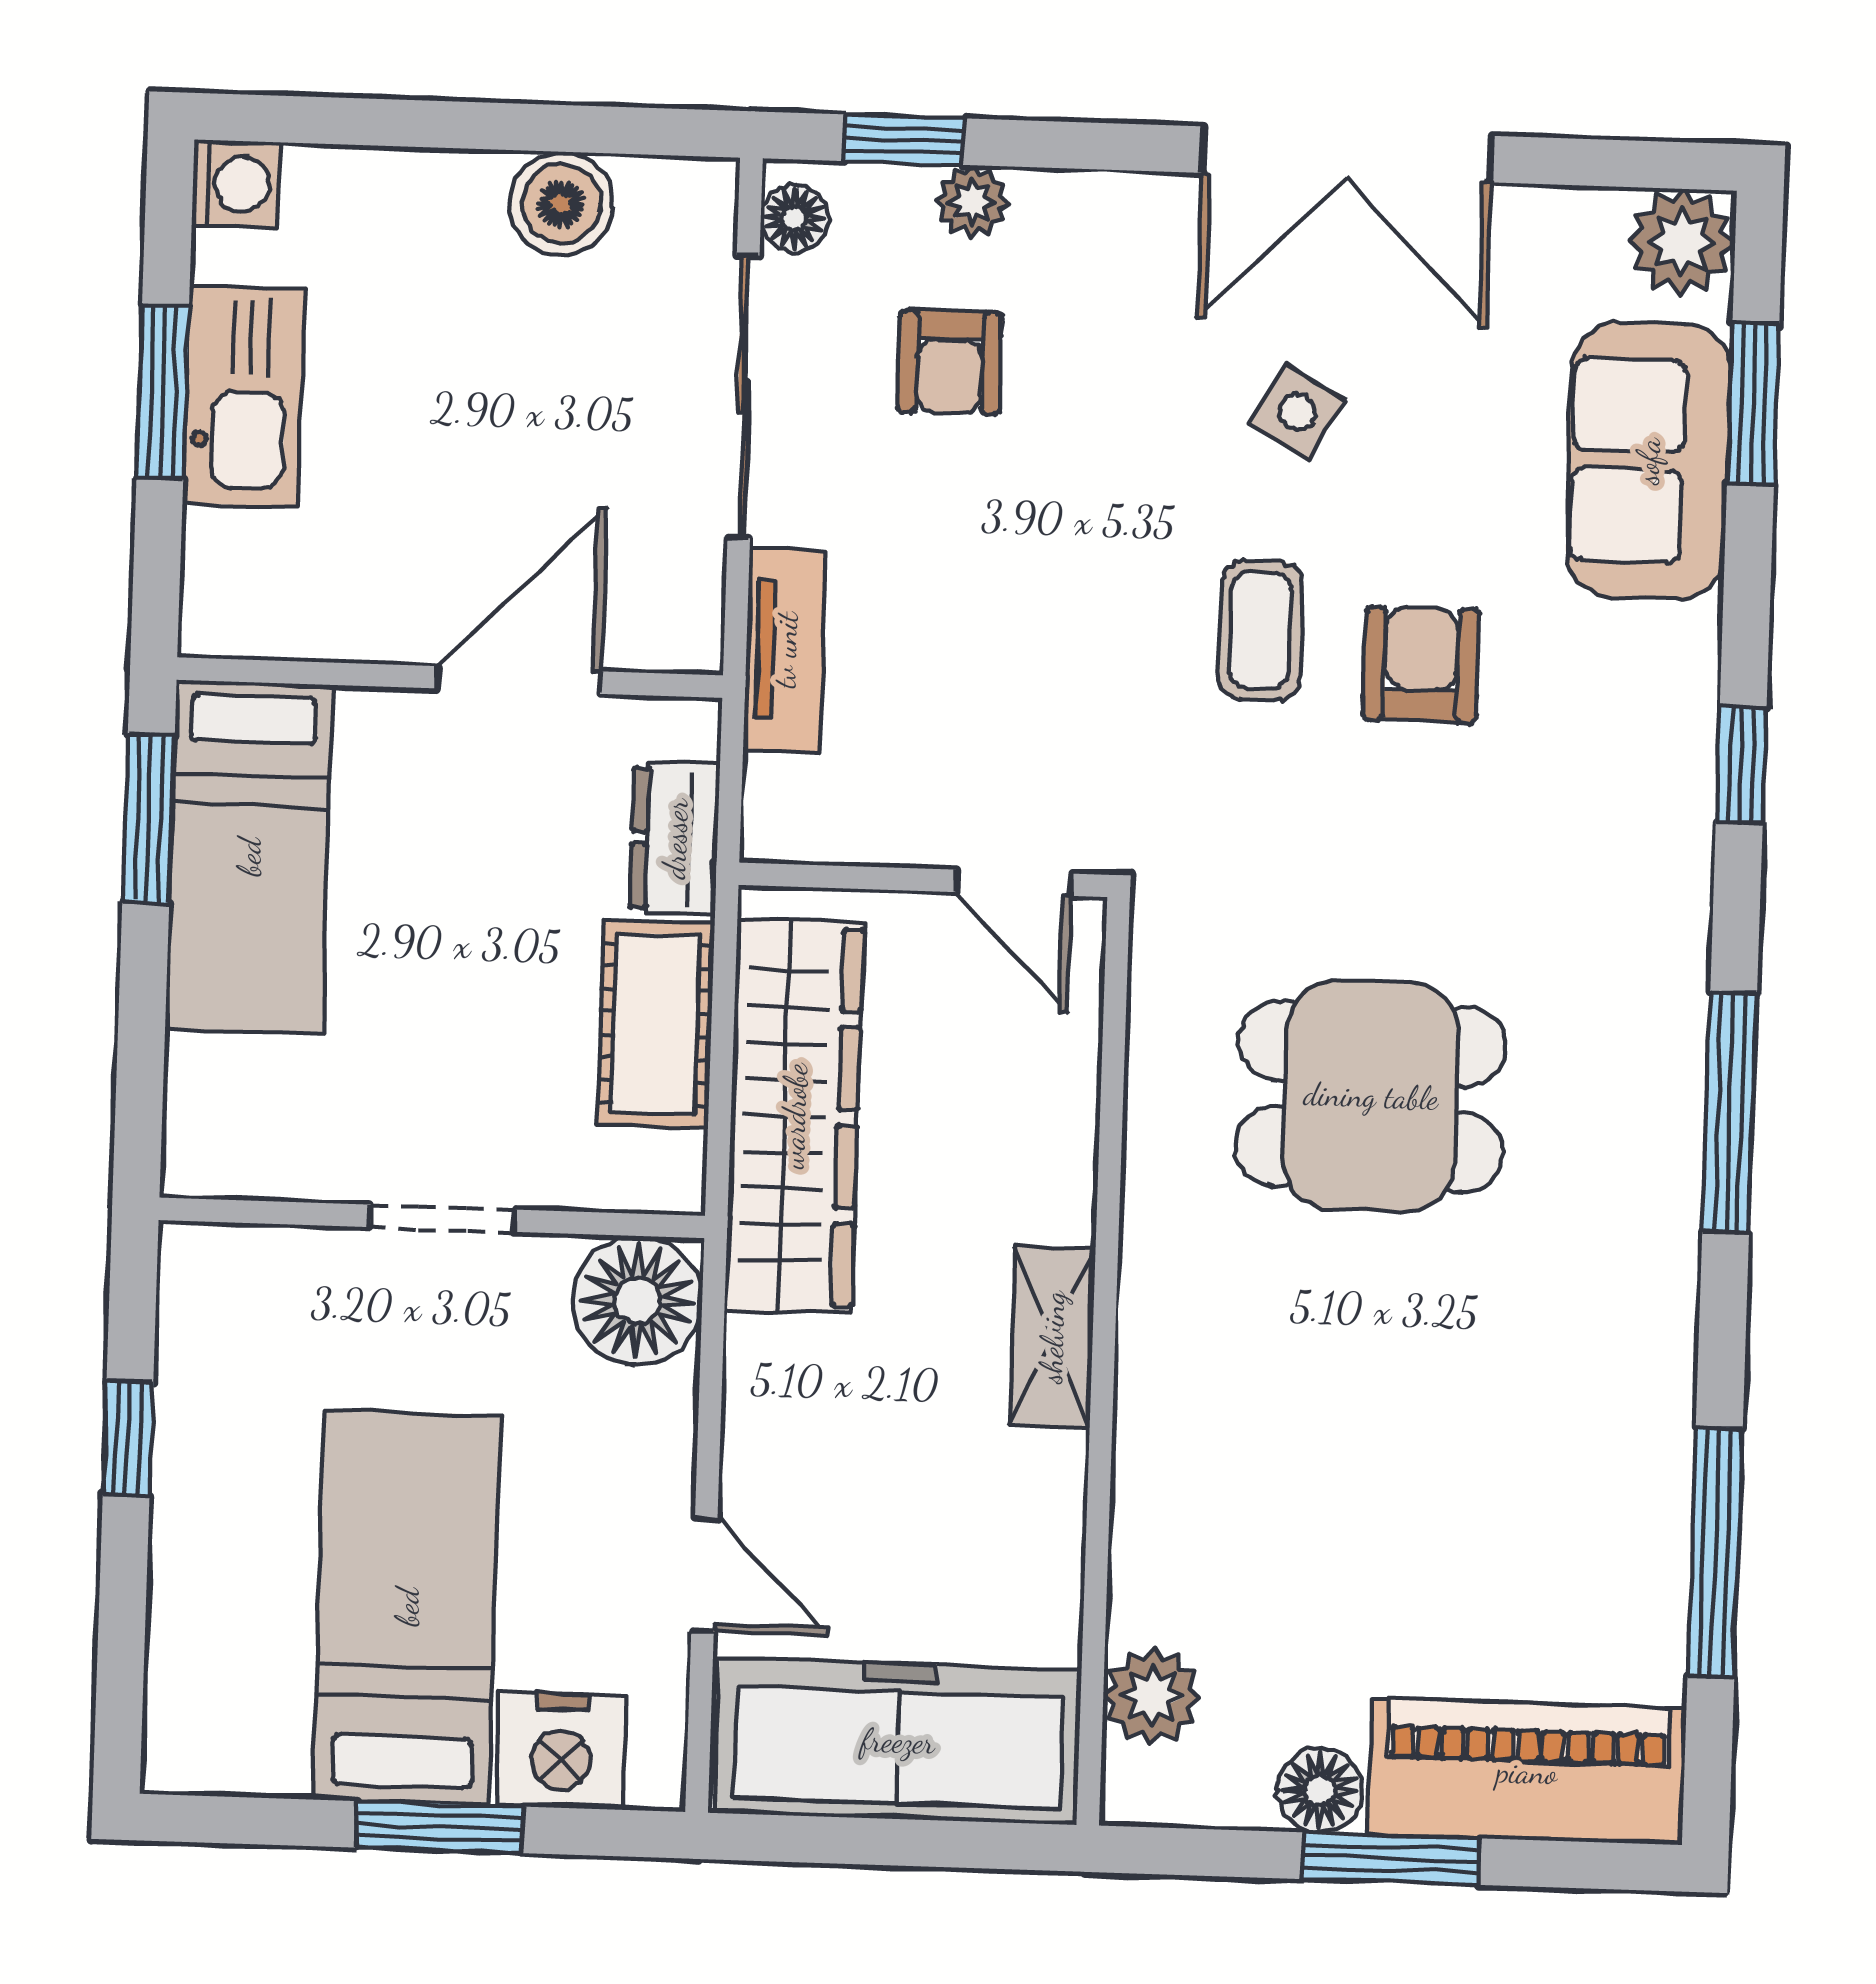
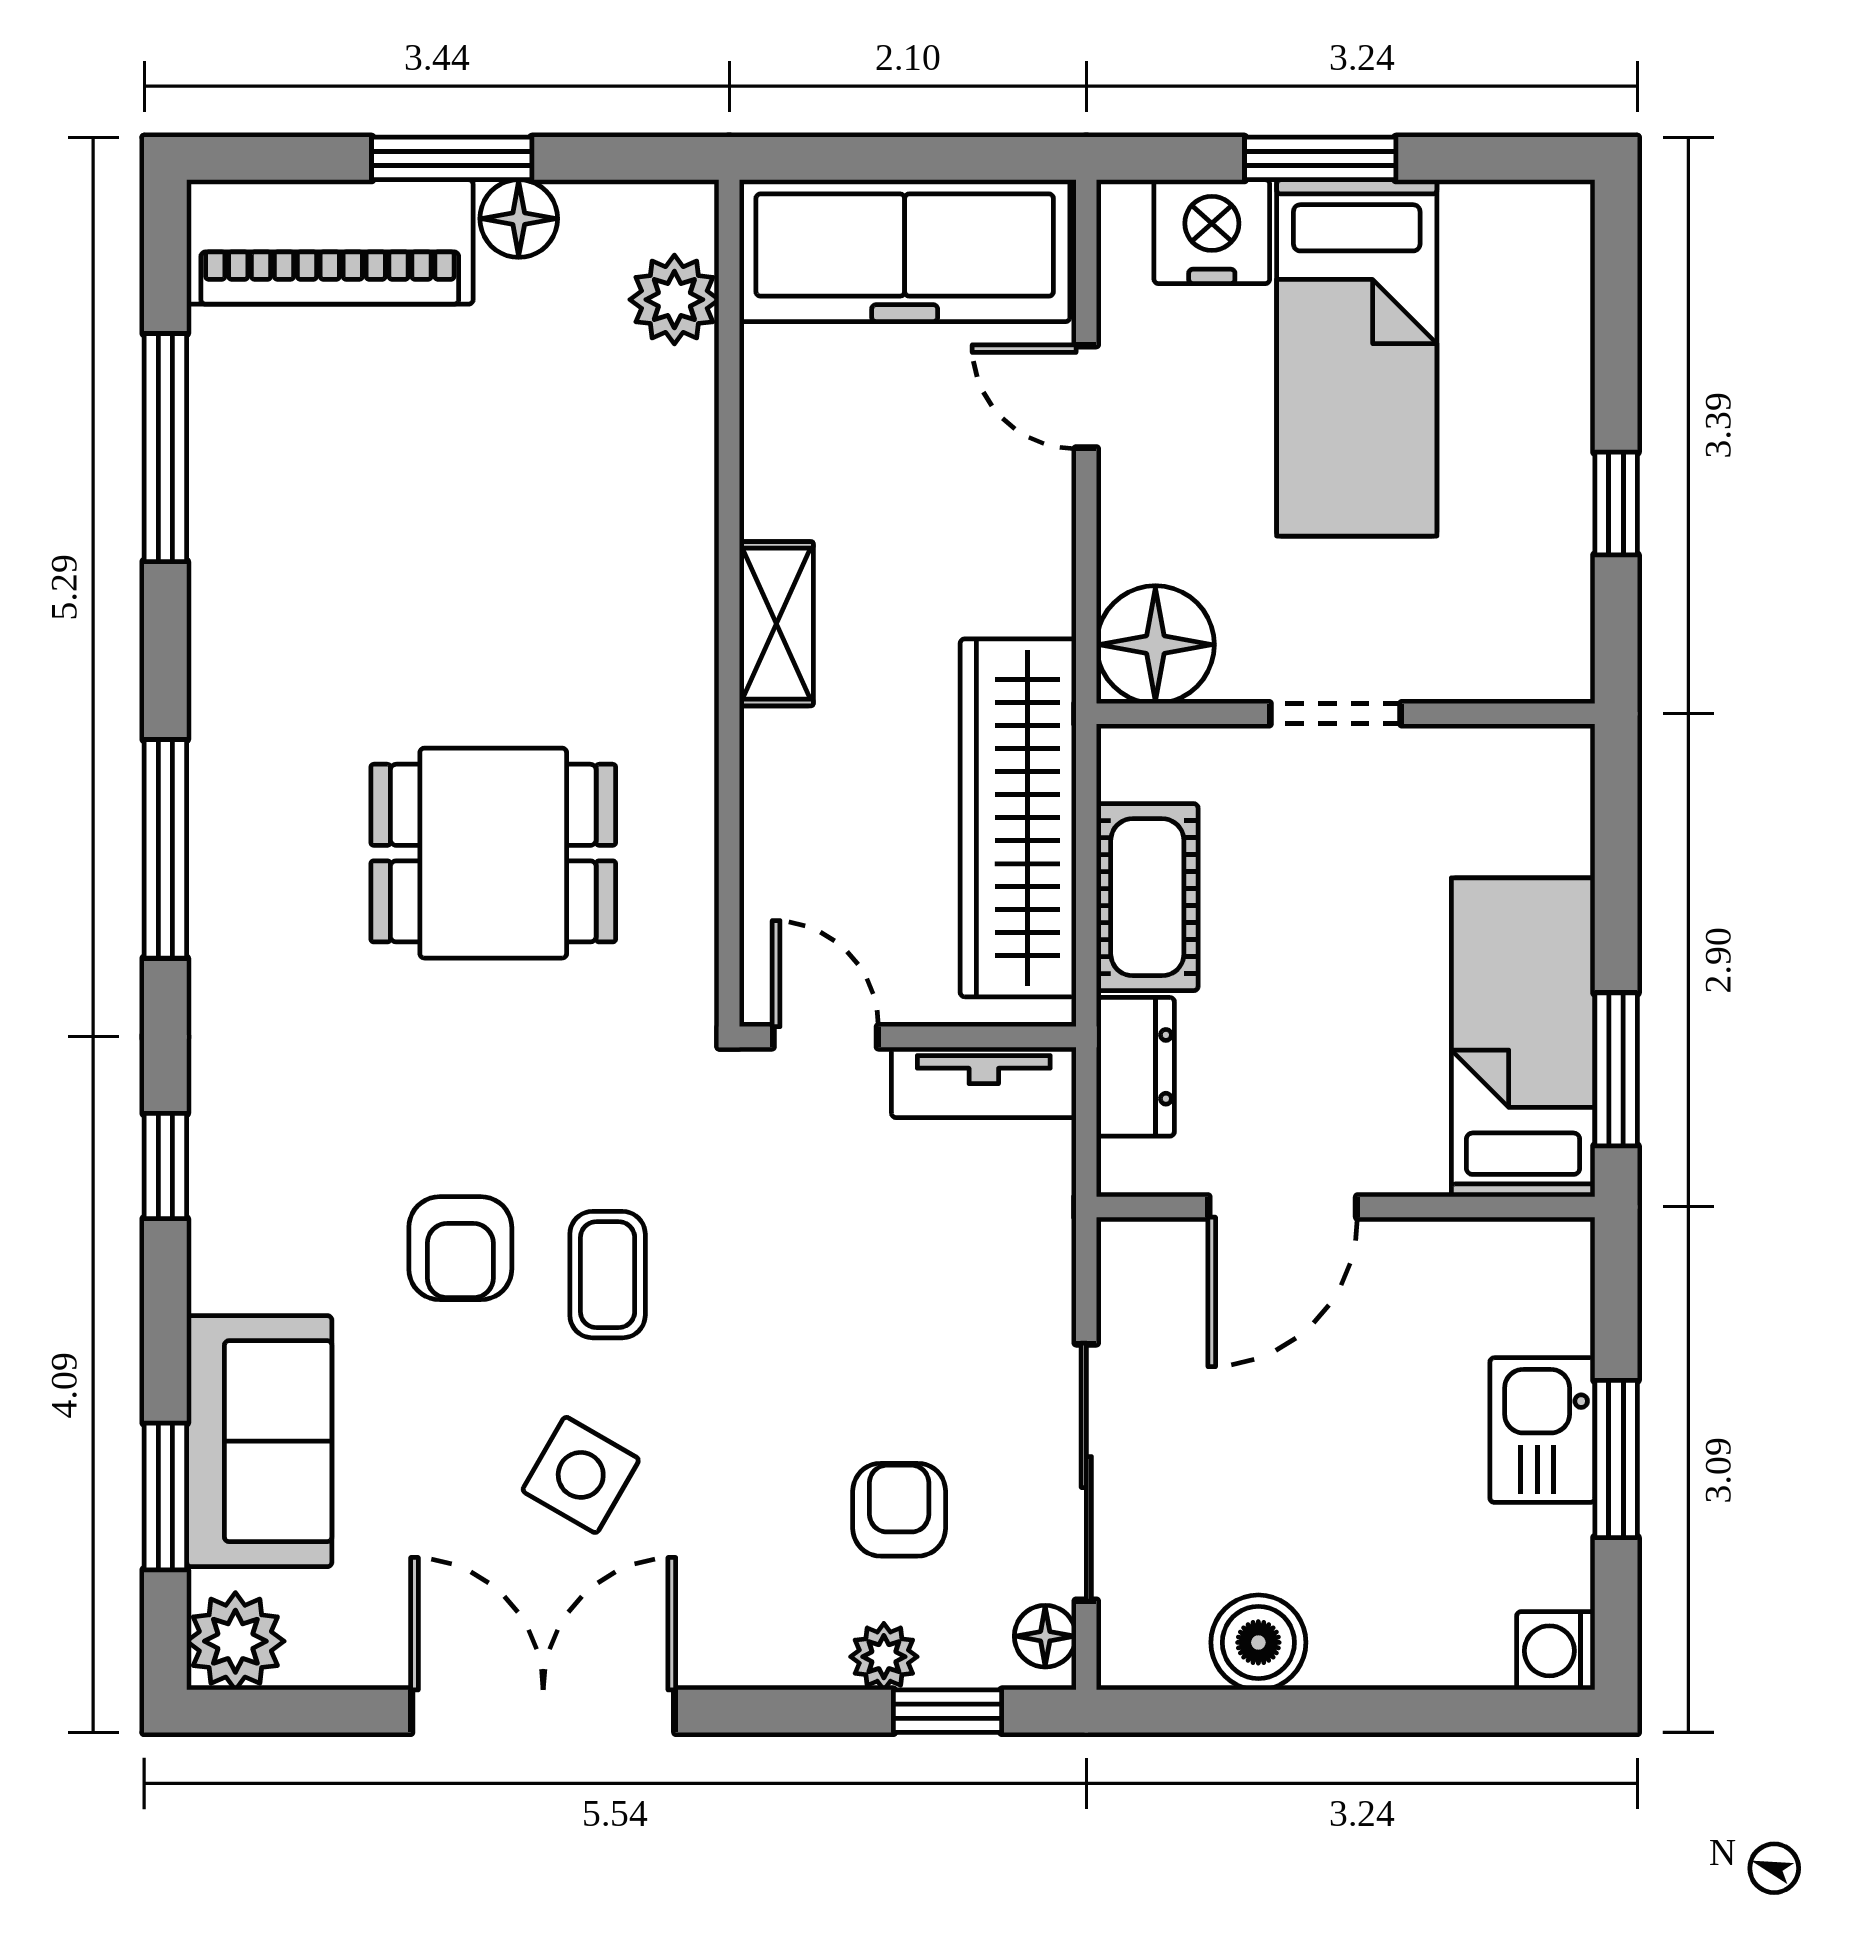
kitchen sink: (243, 396) -> (1542, 1430), width x0.73
side table: (1297, 412) -> (581, 1475), width x1.37, depth x1.37
tv unit: (785, 650) -> (984, 1082), moved, turned -90

